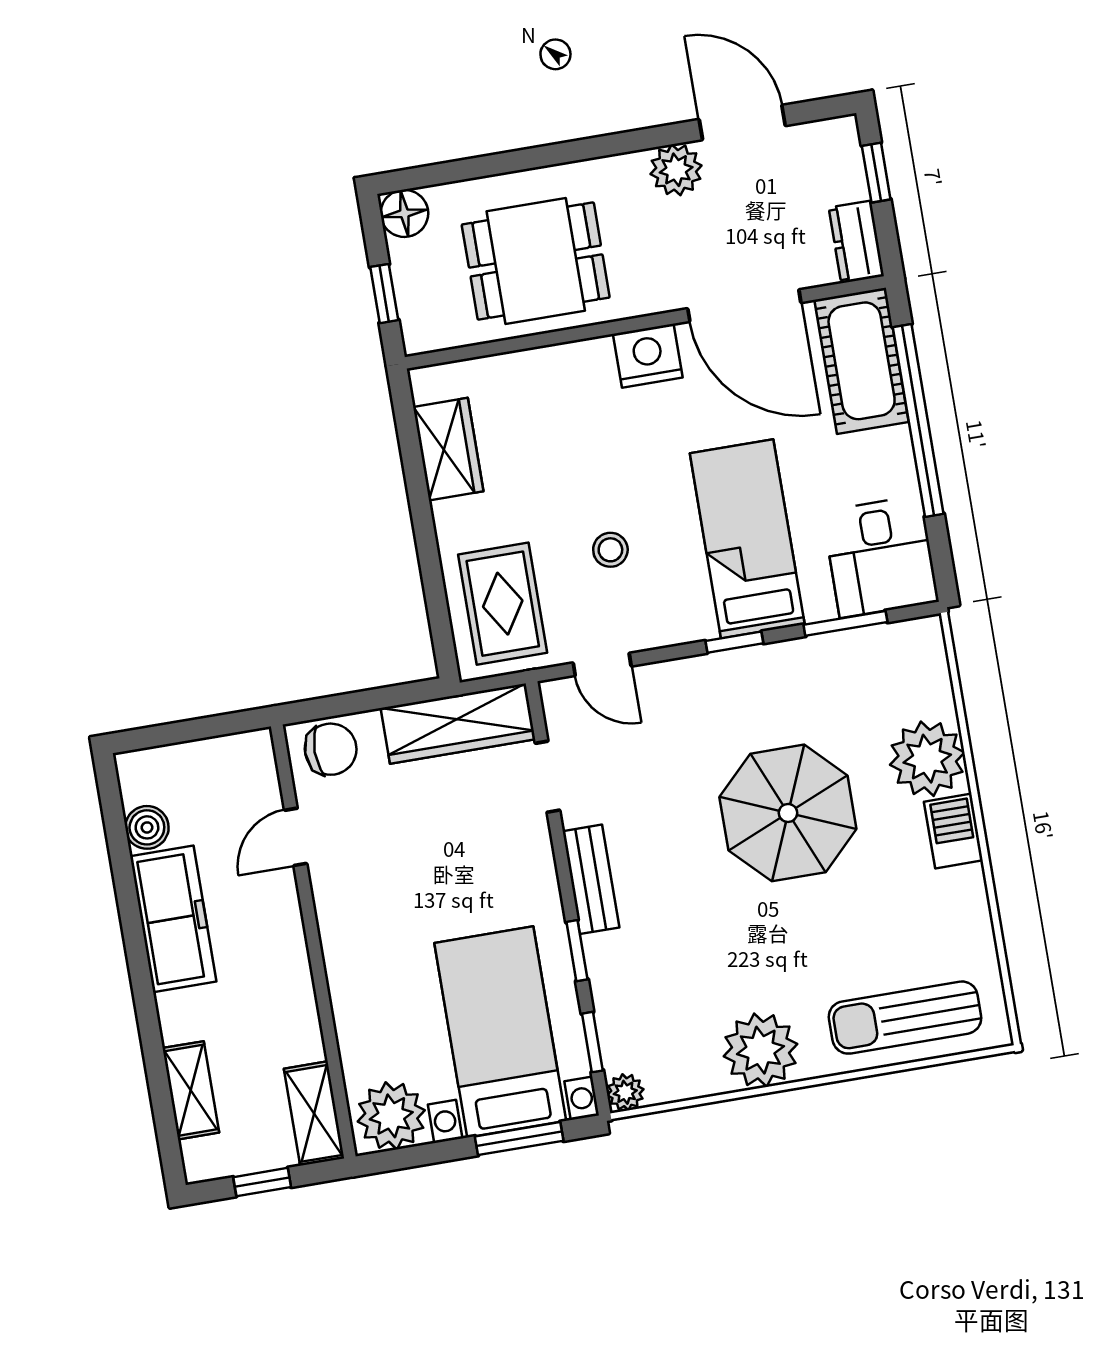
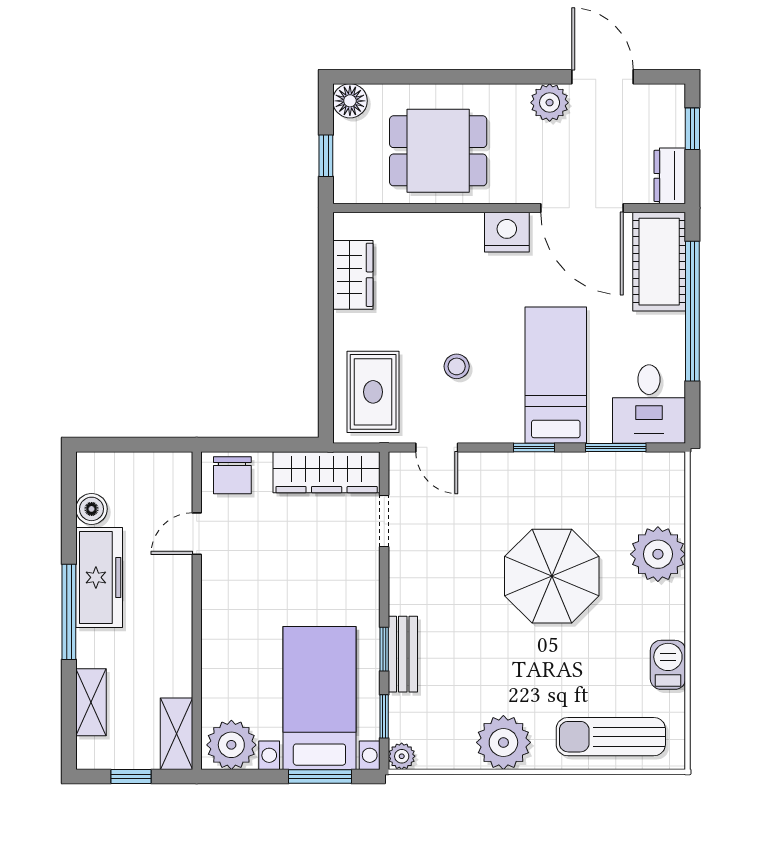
chair: (331, 749) -> (232, 475), turned 90
barbecue: (953, 831) -> (668, 665), moved
bench: (591, 879) -> (403, 654), moved
window: (140, 973) -> (69, 612), added

